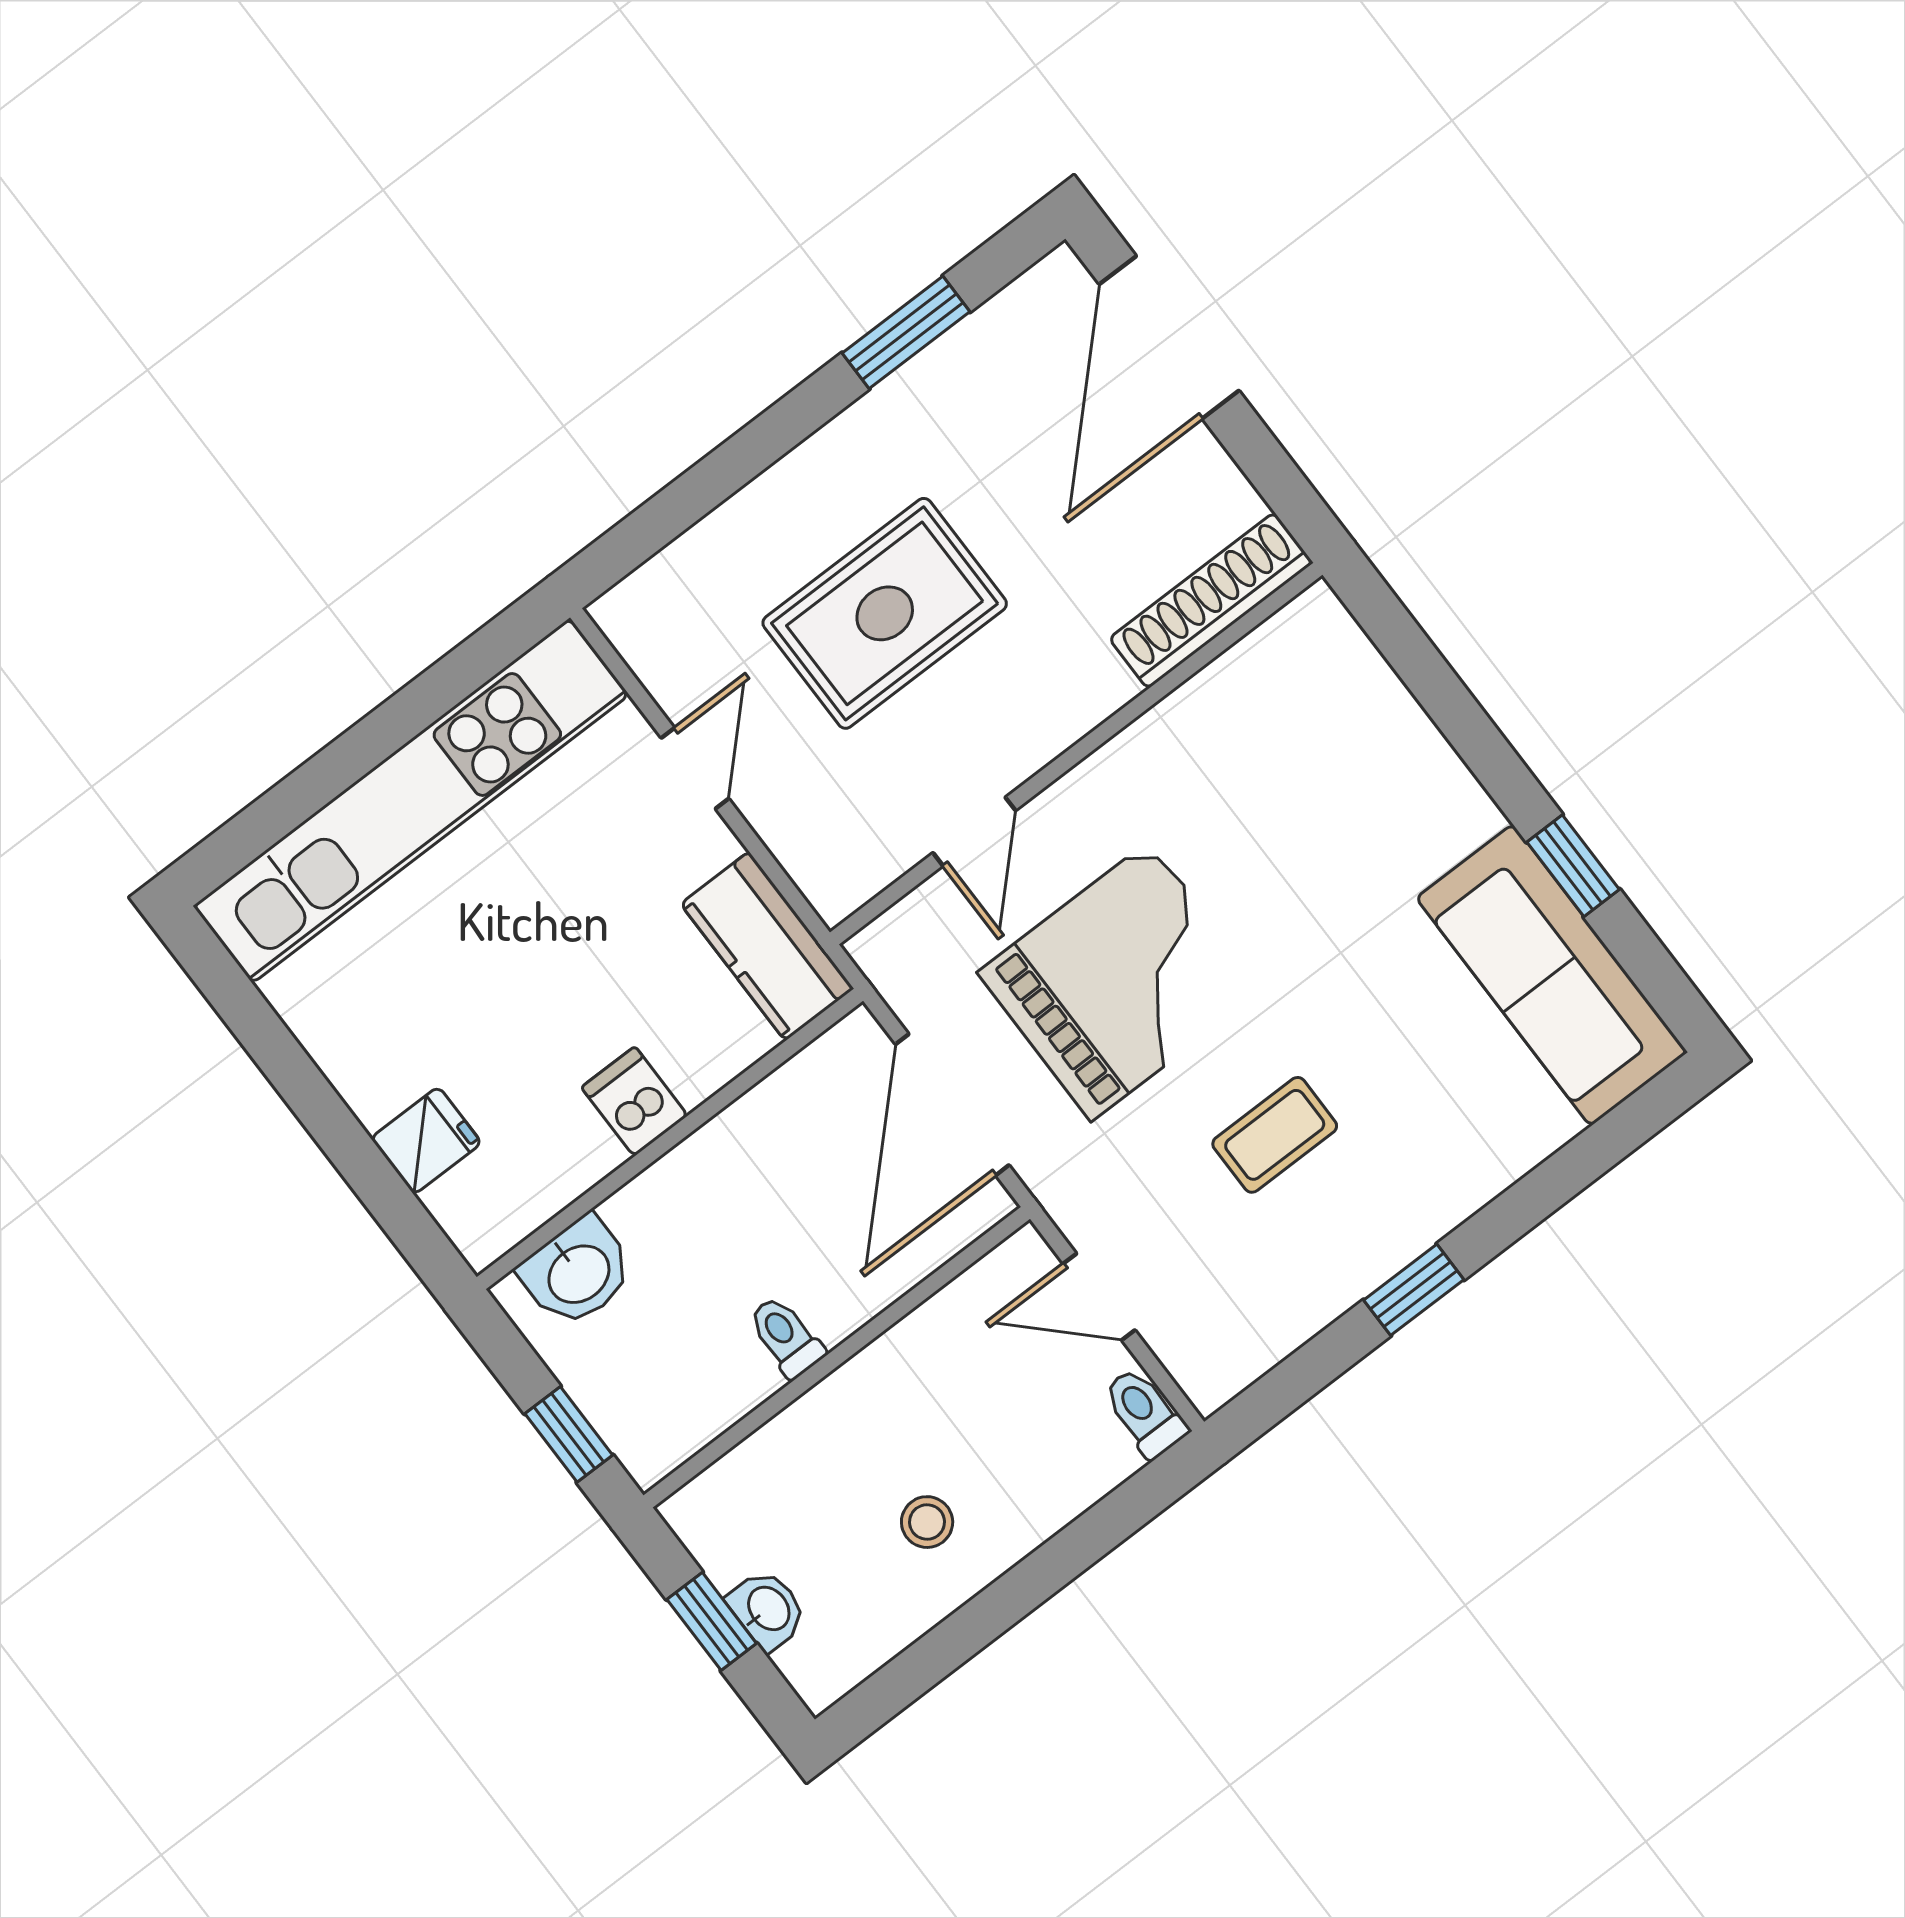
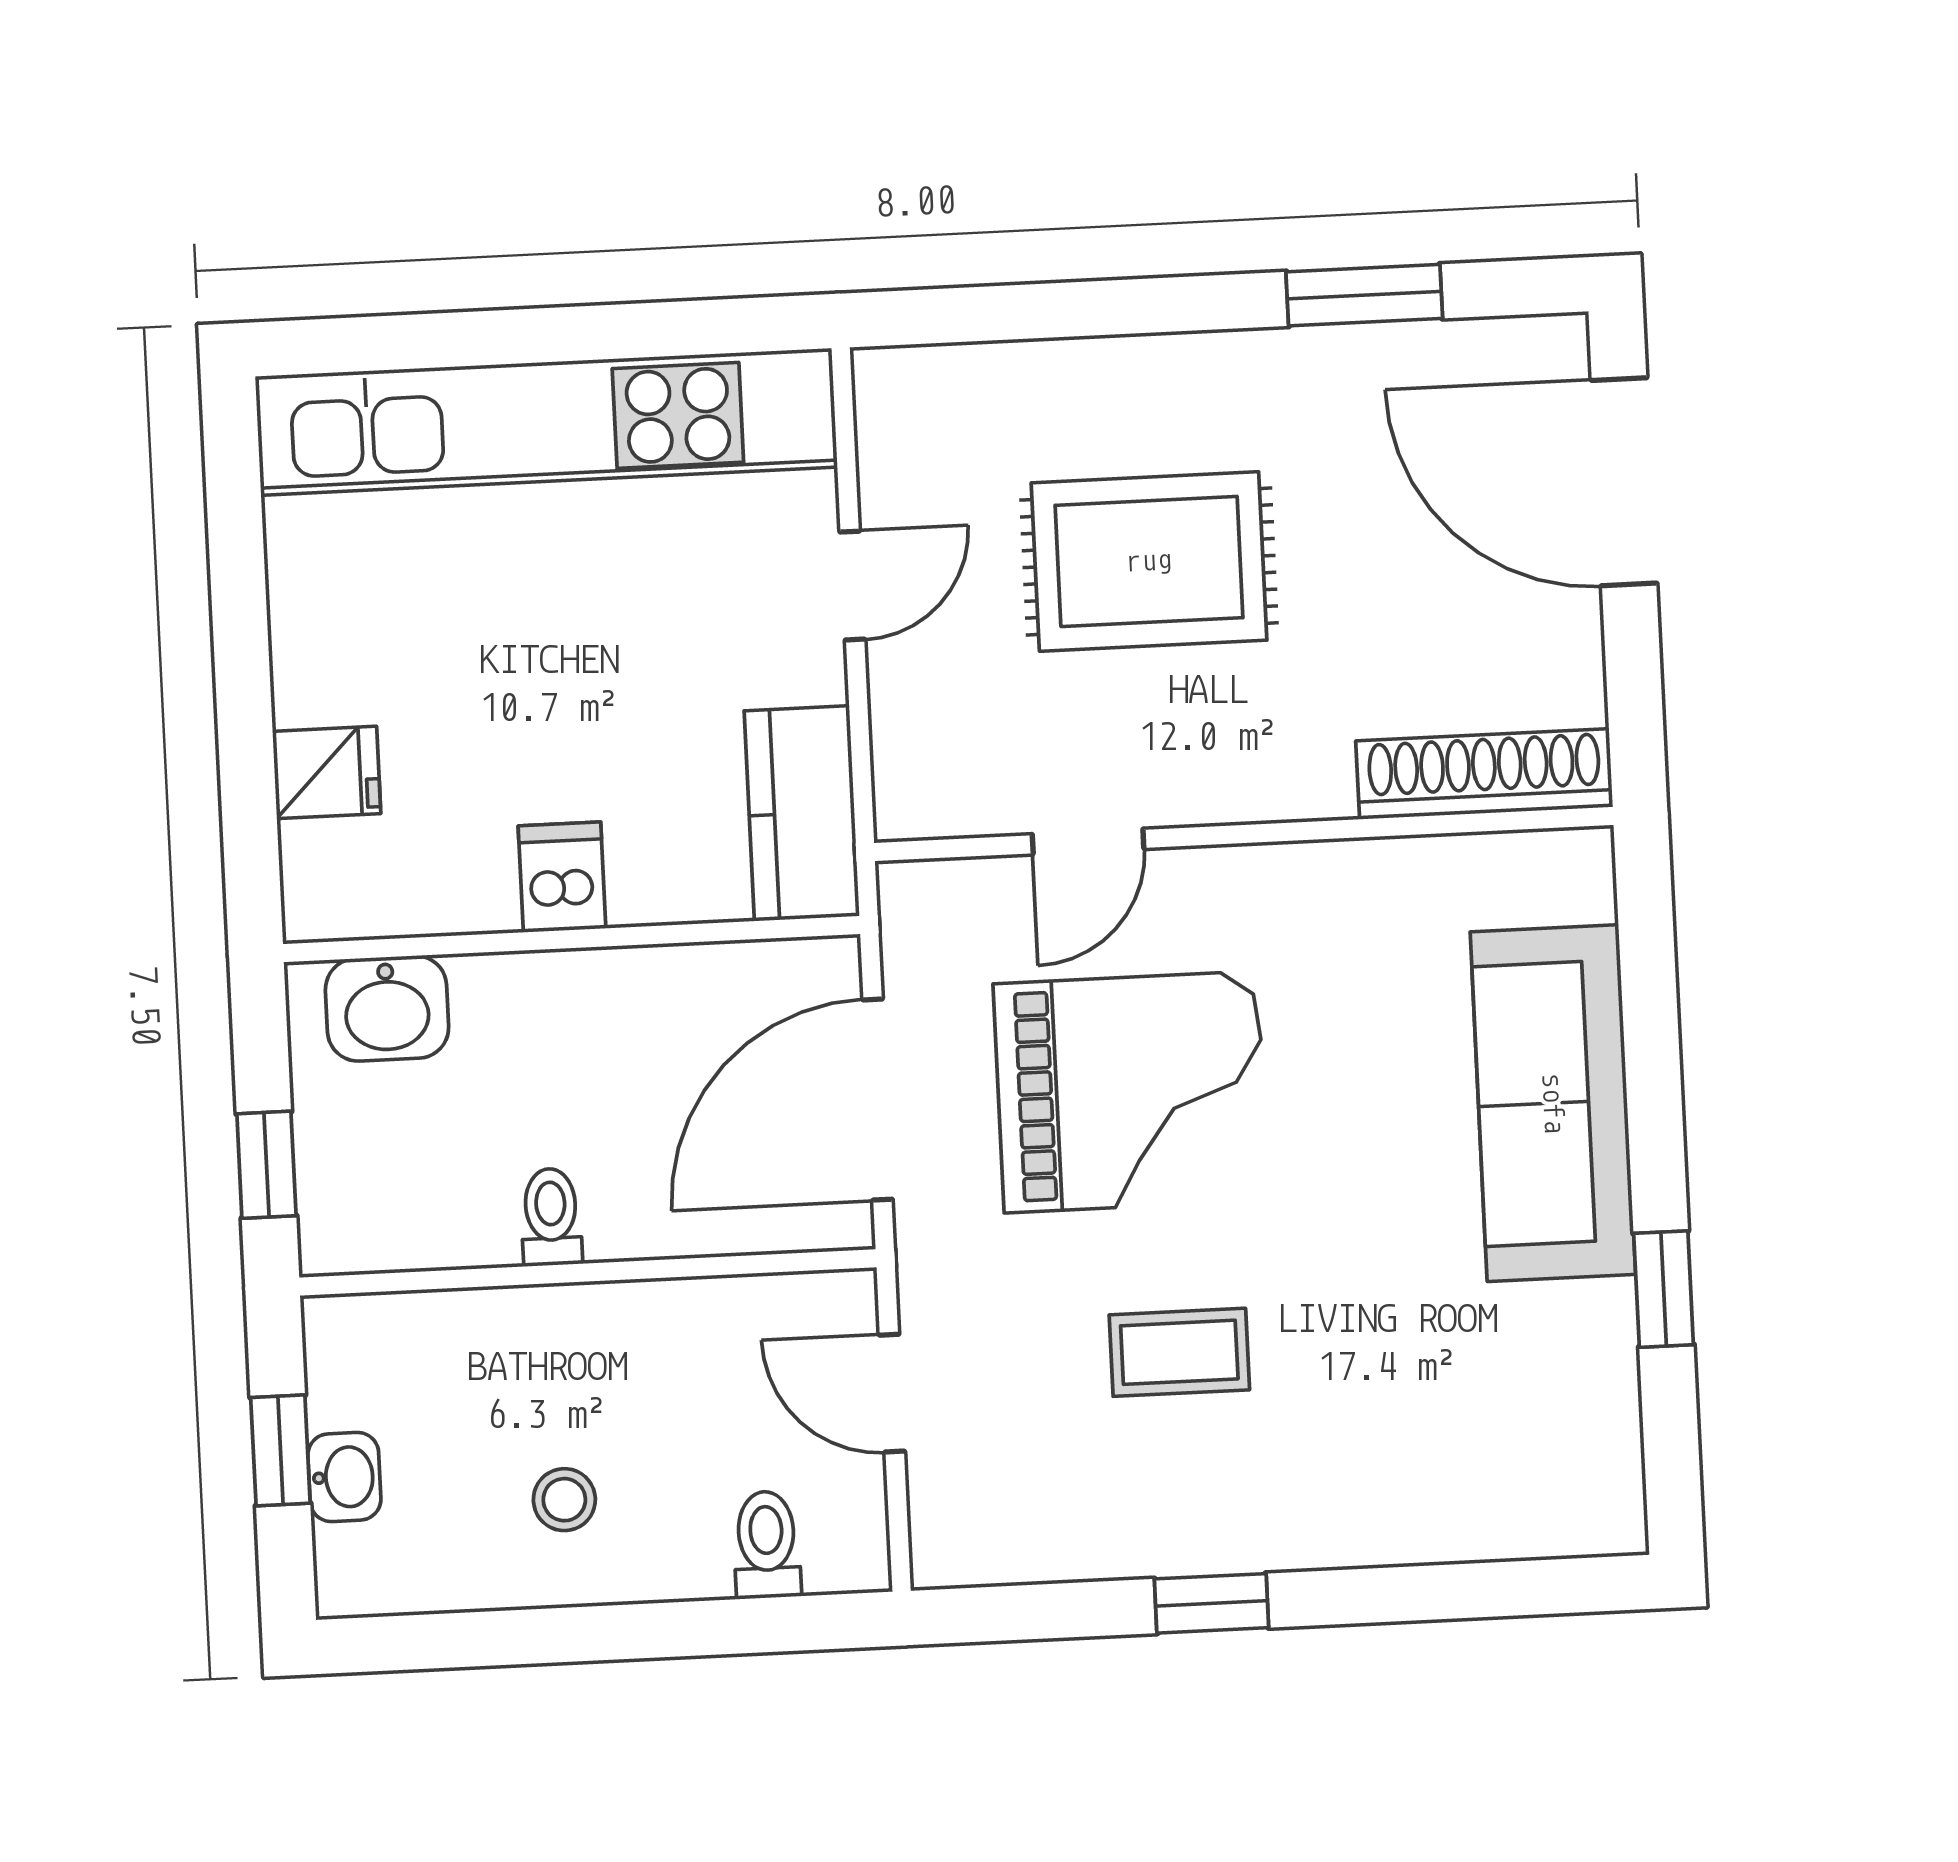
door: (1169, 337) -> (1624, 482), hinge flipped
sofa: (1552, 975) -> (1553, 1103), moved
toilet: (1145, 1413) -> (767, 1545), moved

